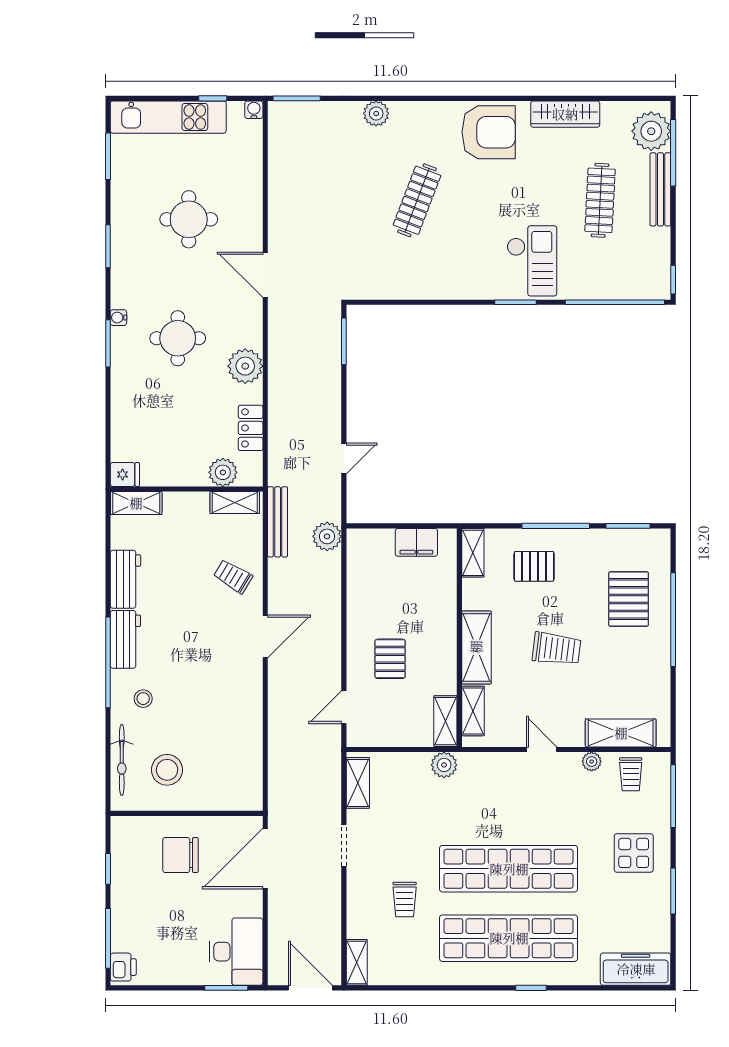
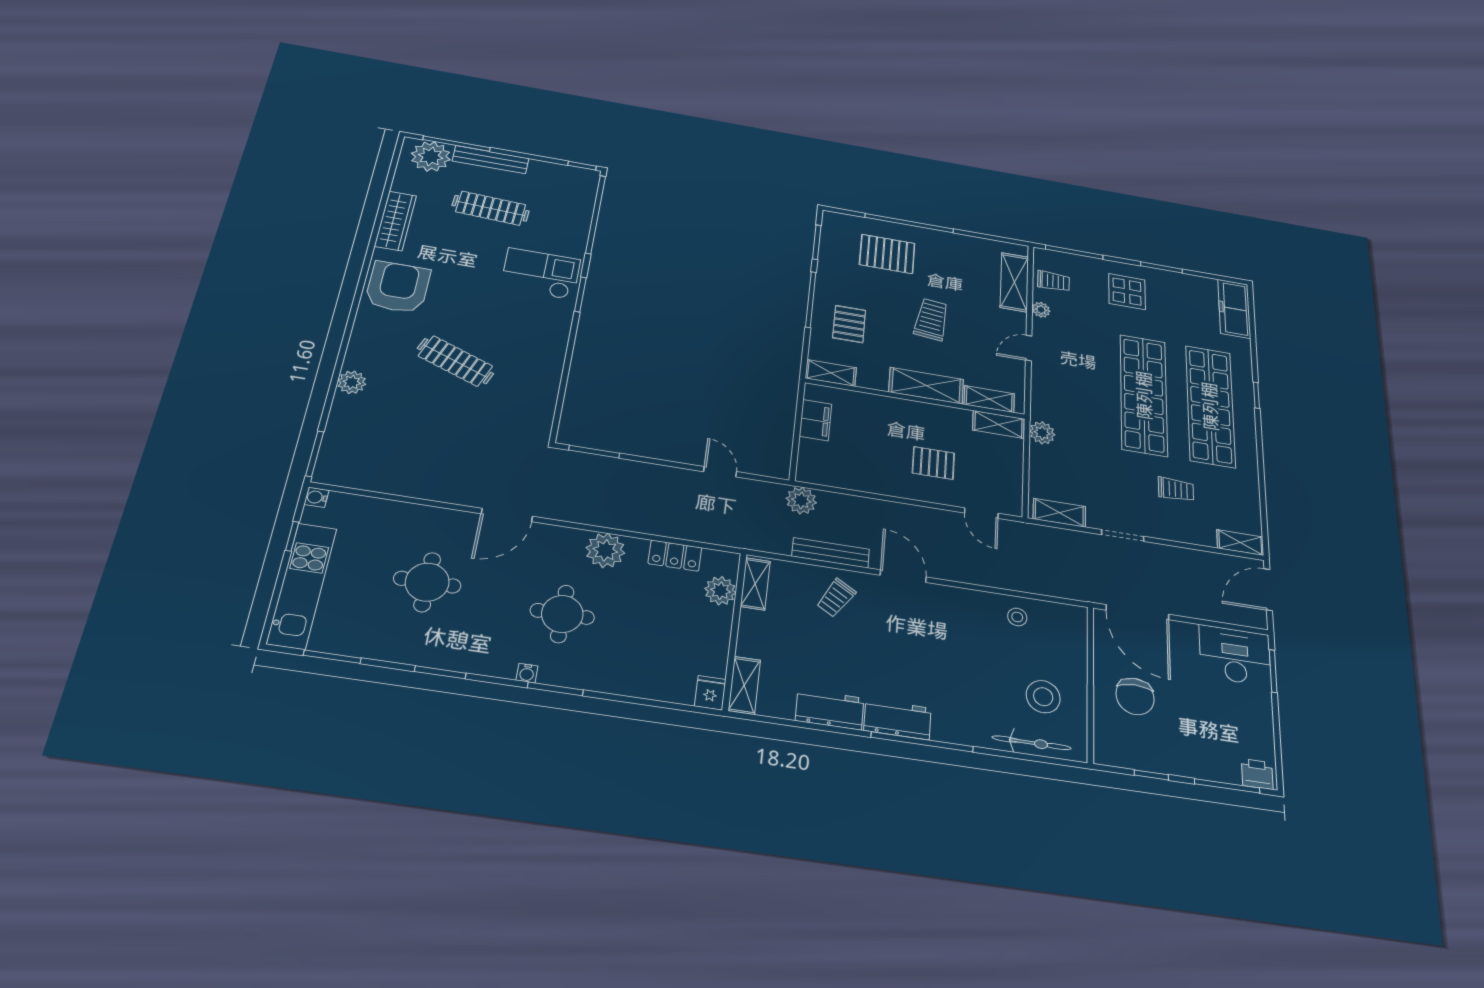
bench: (278, 522) -> (831, 553), moved
stool: (143, 699) -> (1017, 617), moved

